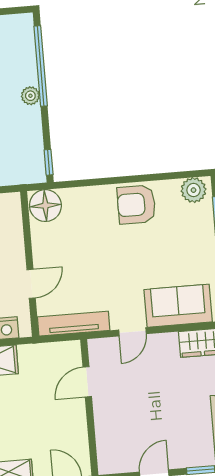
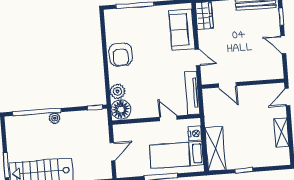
plant: (194, 190) -> (118, 91), moved

